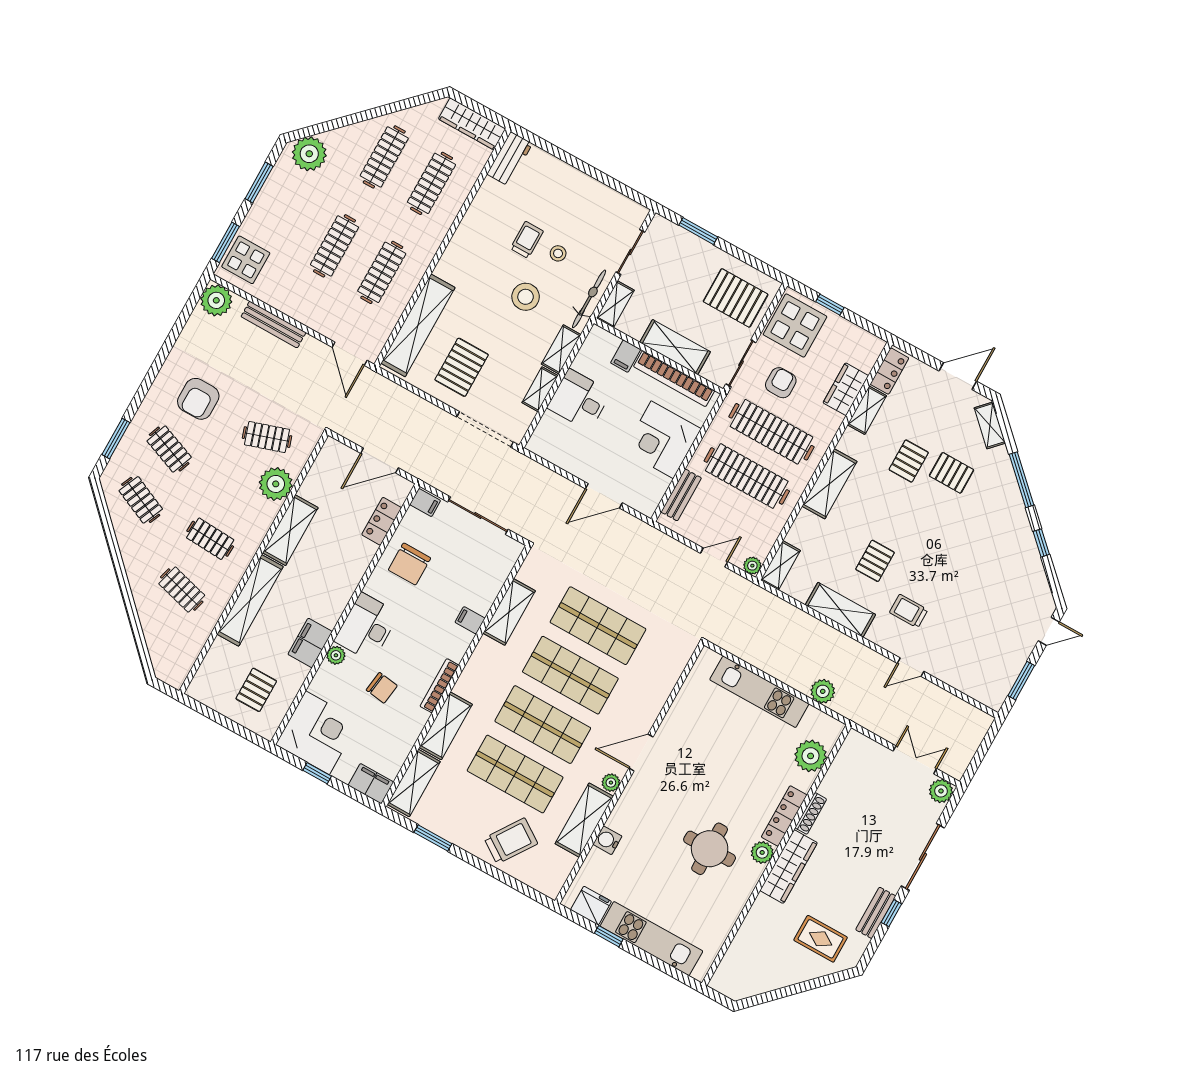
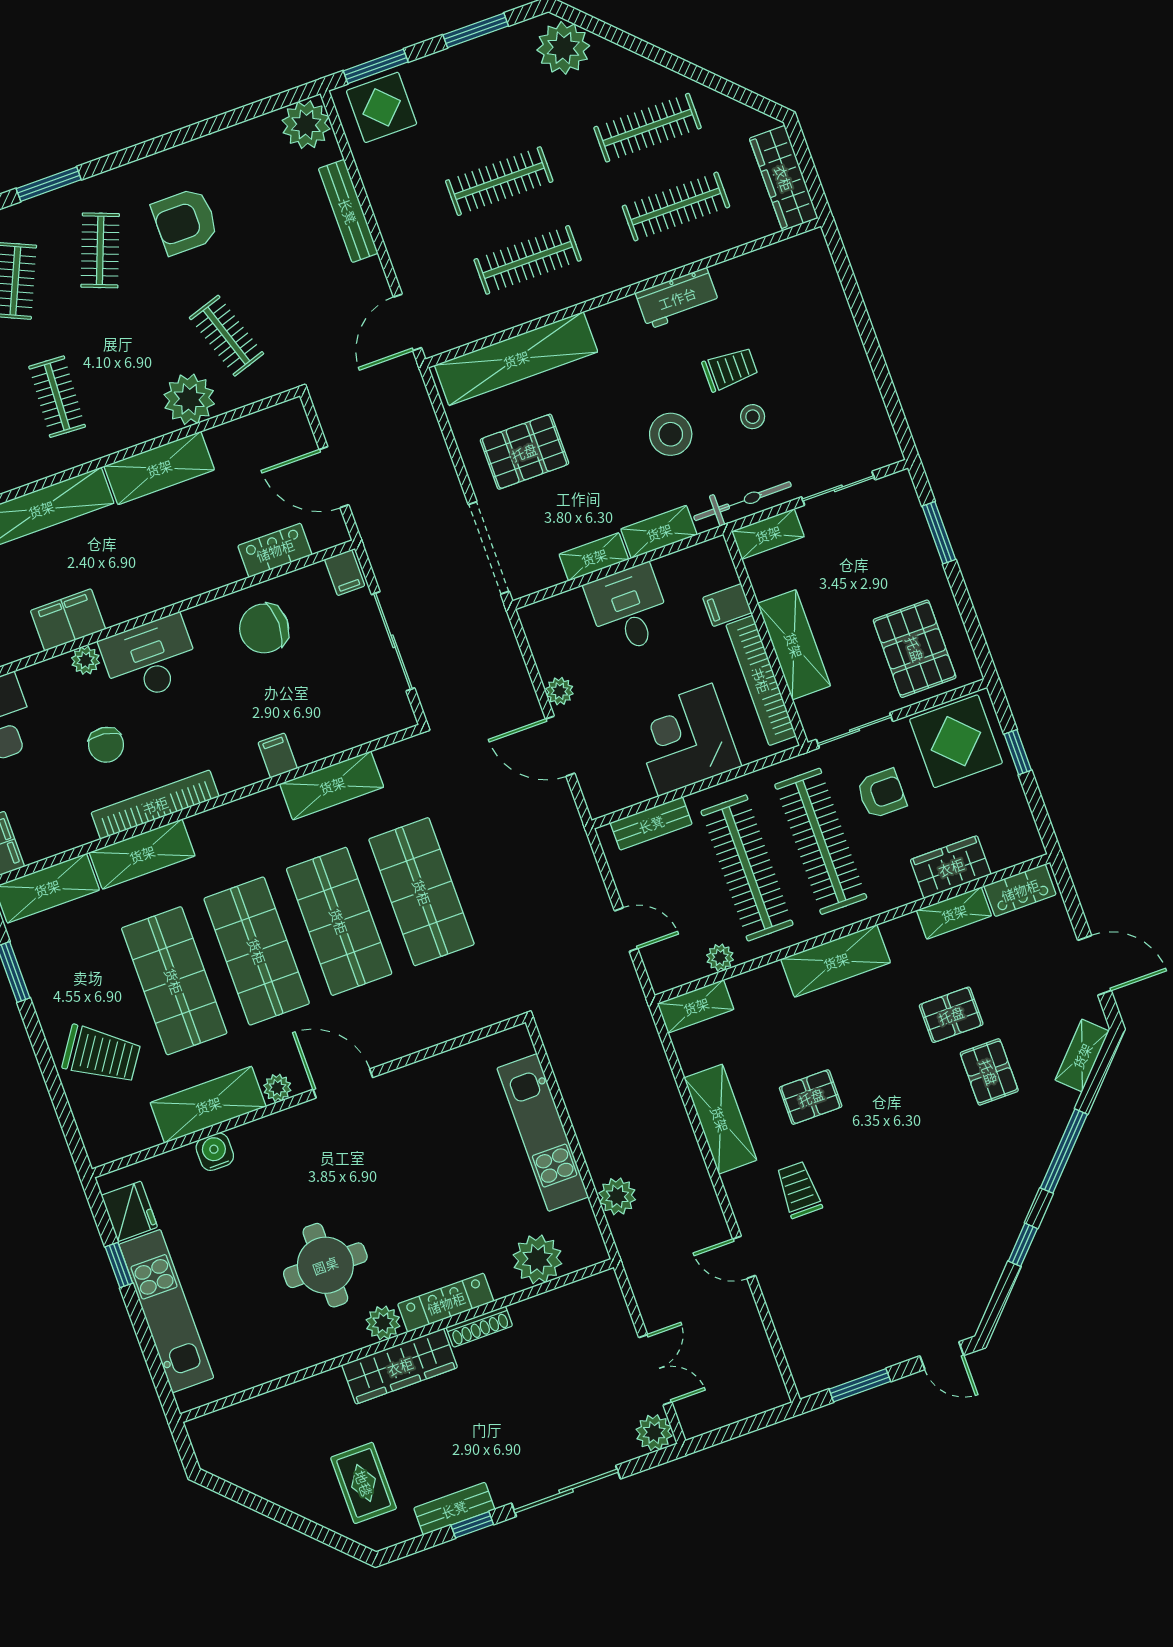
workbench: (510, 159) -> (677, 298), moved
plant: (580, 469) -> (559, 691), added
plant: (752, 566) -> (720, 957), moved
bookcase: (439, 686) -> (155, 805), width x1.48, depth x1.31

